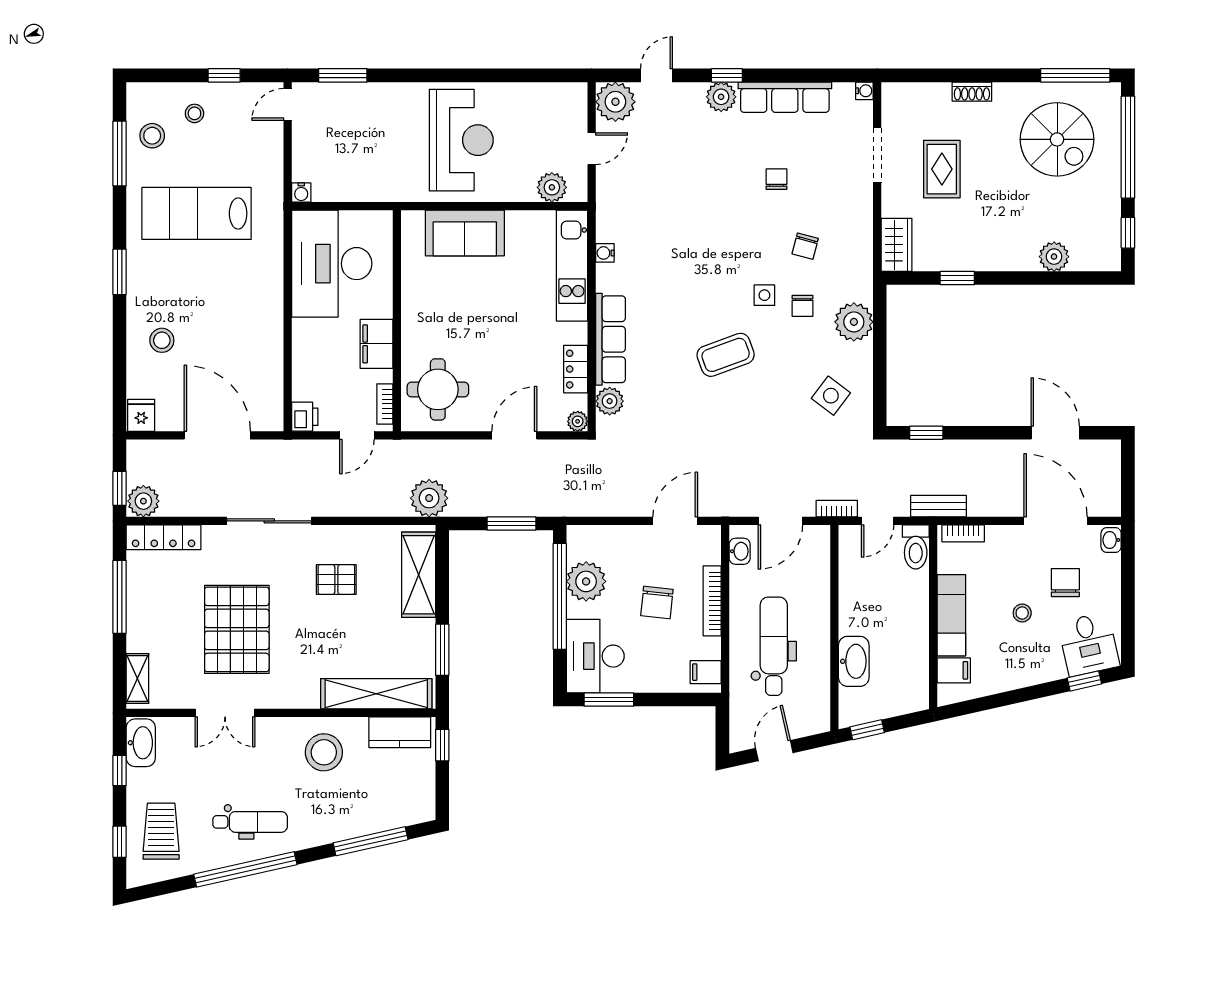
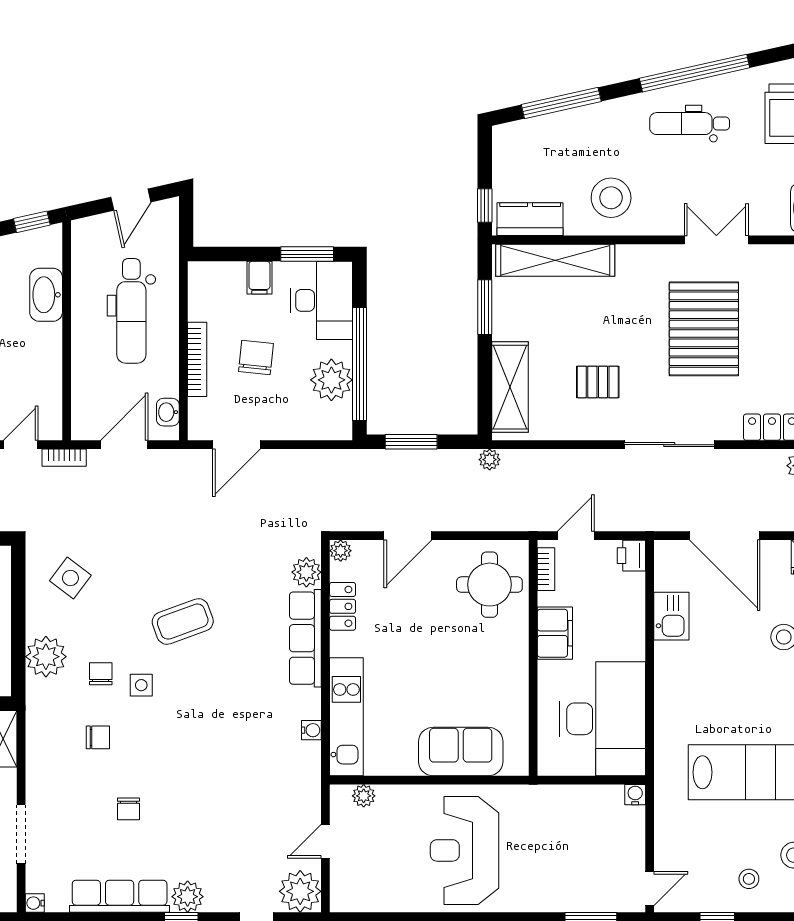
plant: (552, 187) -> (364, 796), width x0.73, depth x0.73
chair: (805, 246) -> (98, 737), turned 75
kitchen sink: (267, 360) -> (671, 616), added
plant: (429, 498) -> (490, 460), width x0.53, depth x0.53
filing cabinet: (706, 672) -> (259, 278), moved, turned 90

